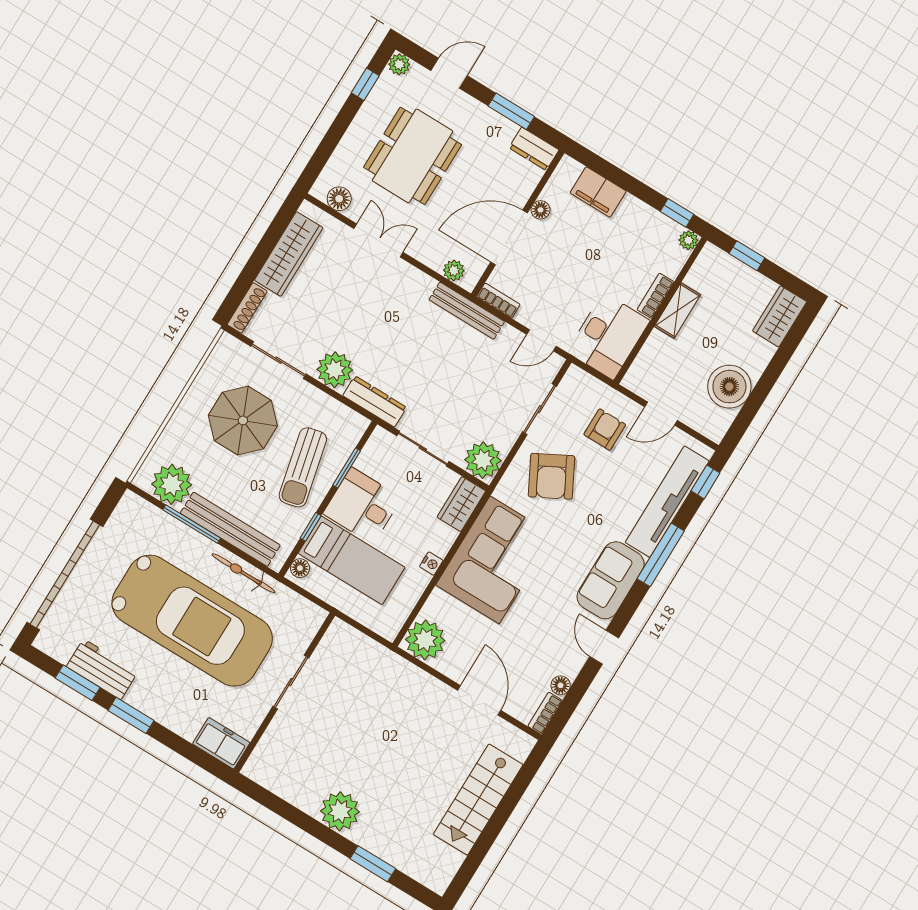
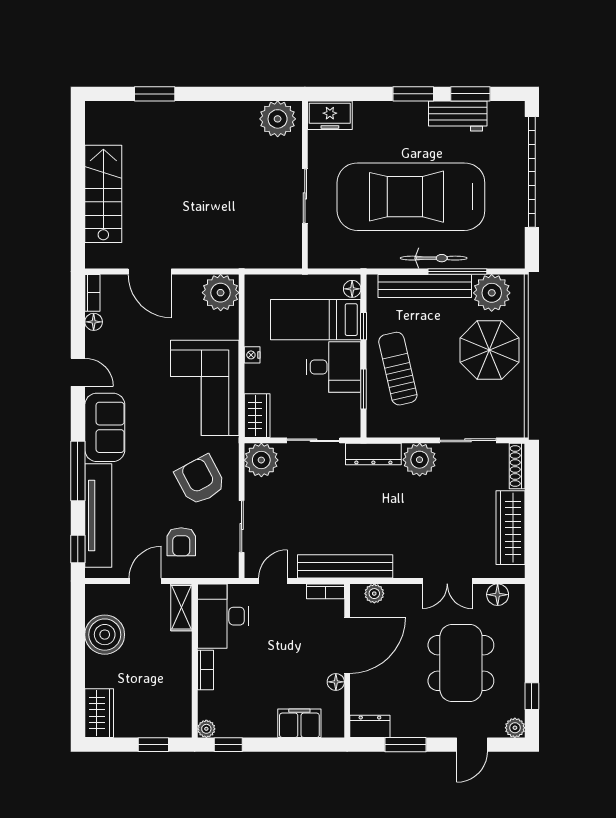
bench: (467, 311) -> (345, 566), width x1.37, depth x1.21
shelving: (677, 311) -> (181, 607), moved
parasol: (243, 420) -> (489, 350), moved
bicycle: (244, 573) -> (434, 258), moved
plant: (340, 811) -> (278, 119), moved

